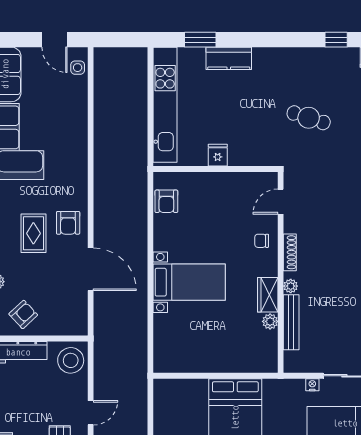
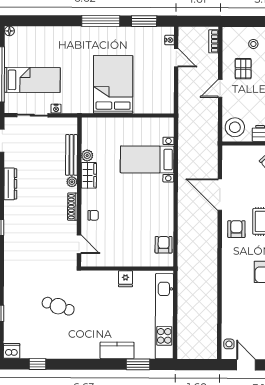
door: (281, 202) -> (79, 244), hinge flipped
bed with nightstands: (189, 282) -> (147, 159), moved

